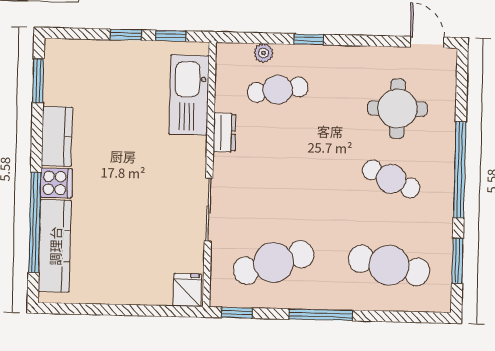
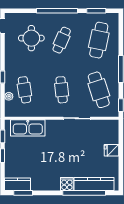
dresser: (224, 133) -> (43, 112), removed
kitchen counter: (57, 136) -> (17, 184), moved
cafe table: (276, 176) -> (62, 90), added
fridge: (187, 290) -> (112, 150), moved

